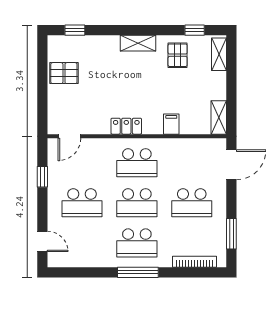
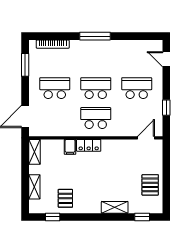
shelving: (138, 43) -> (115, 207), moved
shelving: (219, 54) -> (34, 187), moved
pallet: (64, 73) -> (150, 185), turned 90
locker: (126, 126) -> (89, 145), moved
school desk: (137, 243) -> (96, 58), removed

